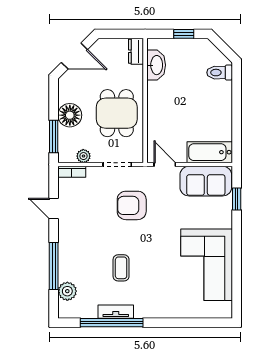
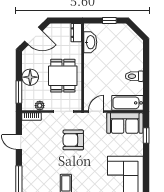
toilet: (220, 73) -> (134, 76), moved
door: (165, 165) -> (96, 111), hinge flipped

